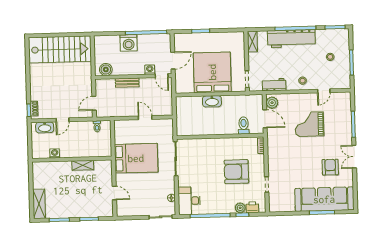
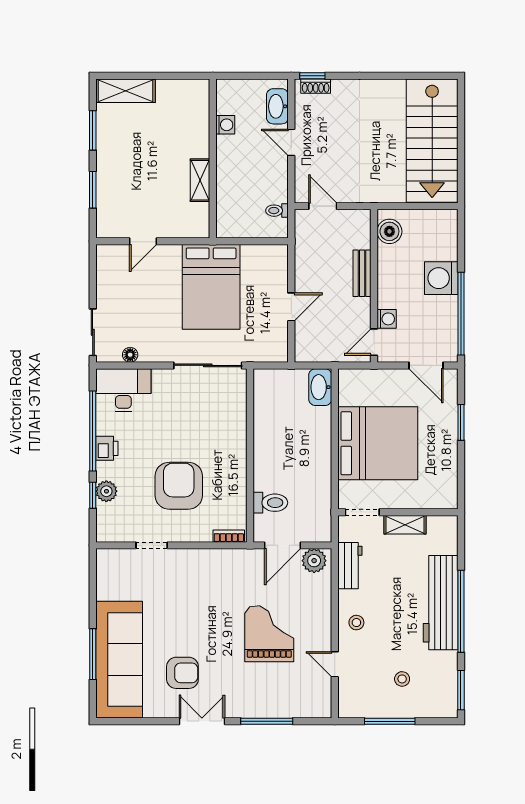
shelving: (252, 42) -> (405, 525), moved
door: (173, 61) -> (426, 365), moved
washbasin: (212, 101) -> (320, 387), moved
printer: (252, 207) -> (107, 448), moved

